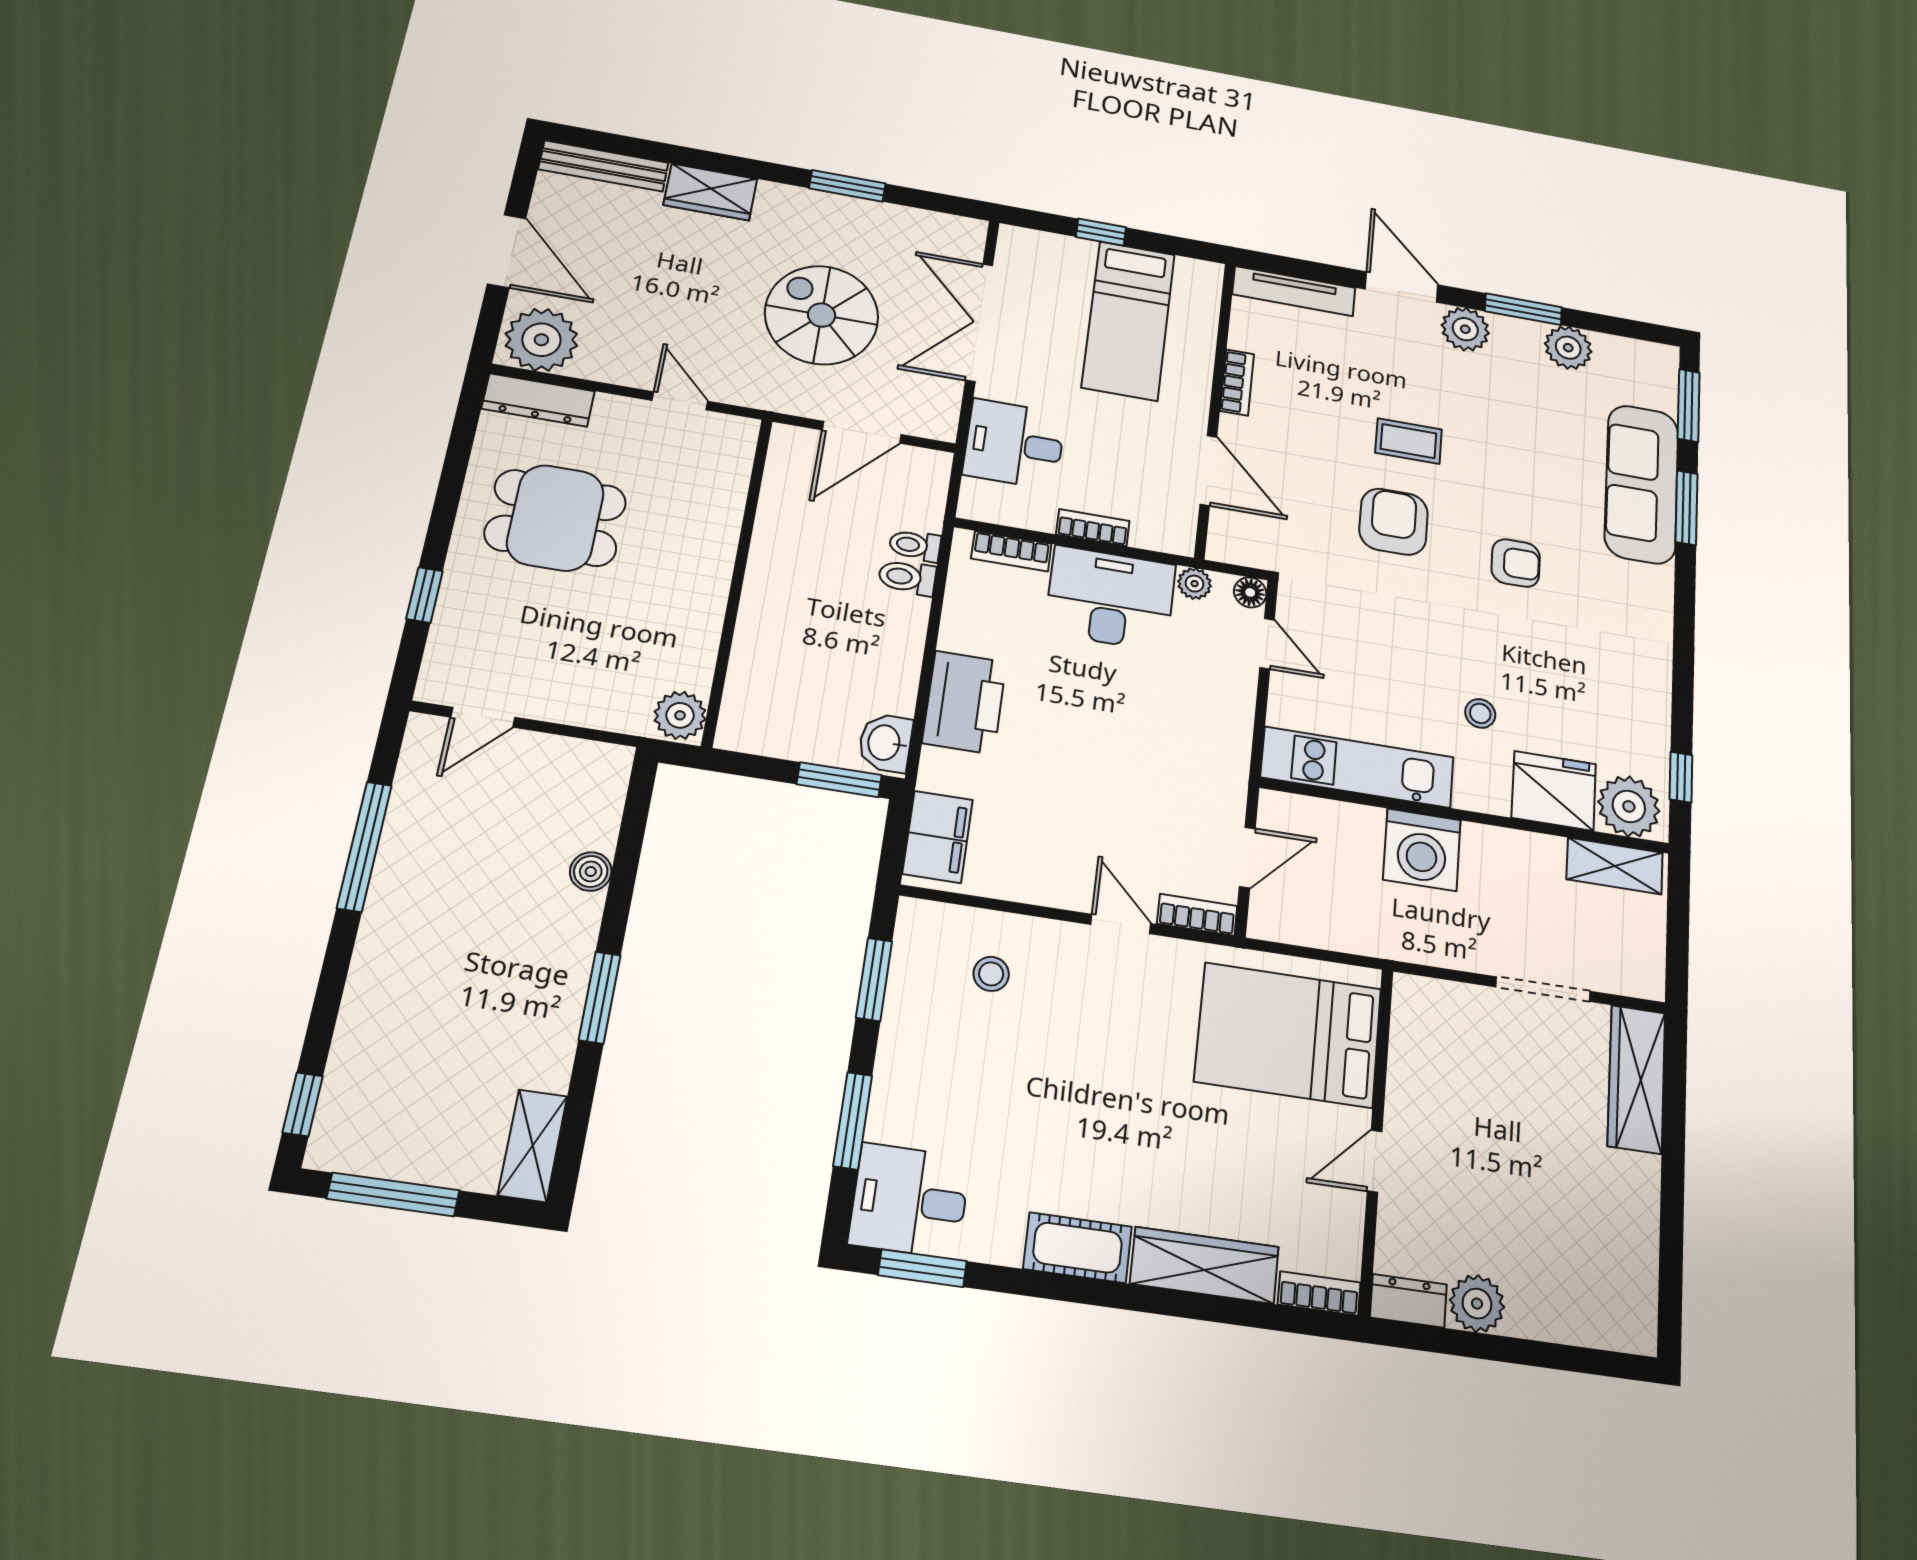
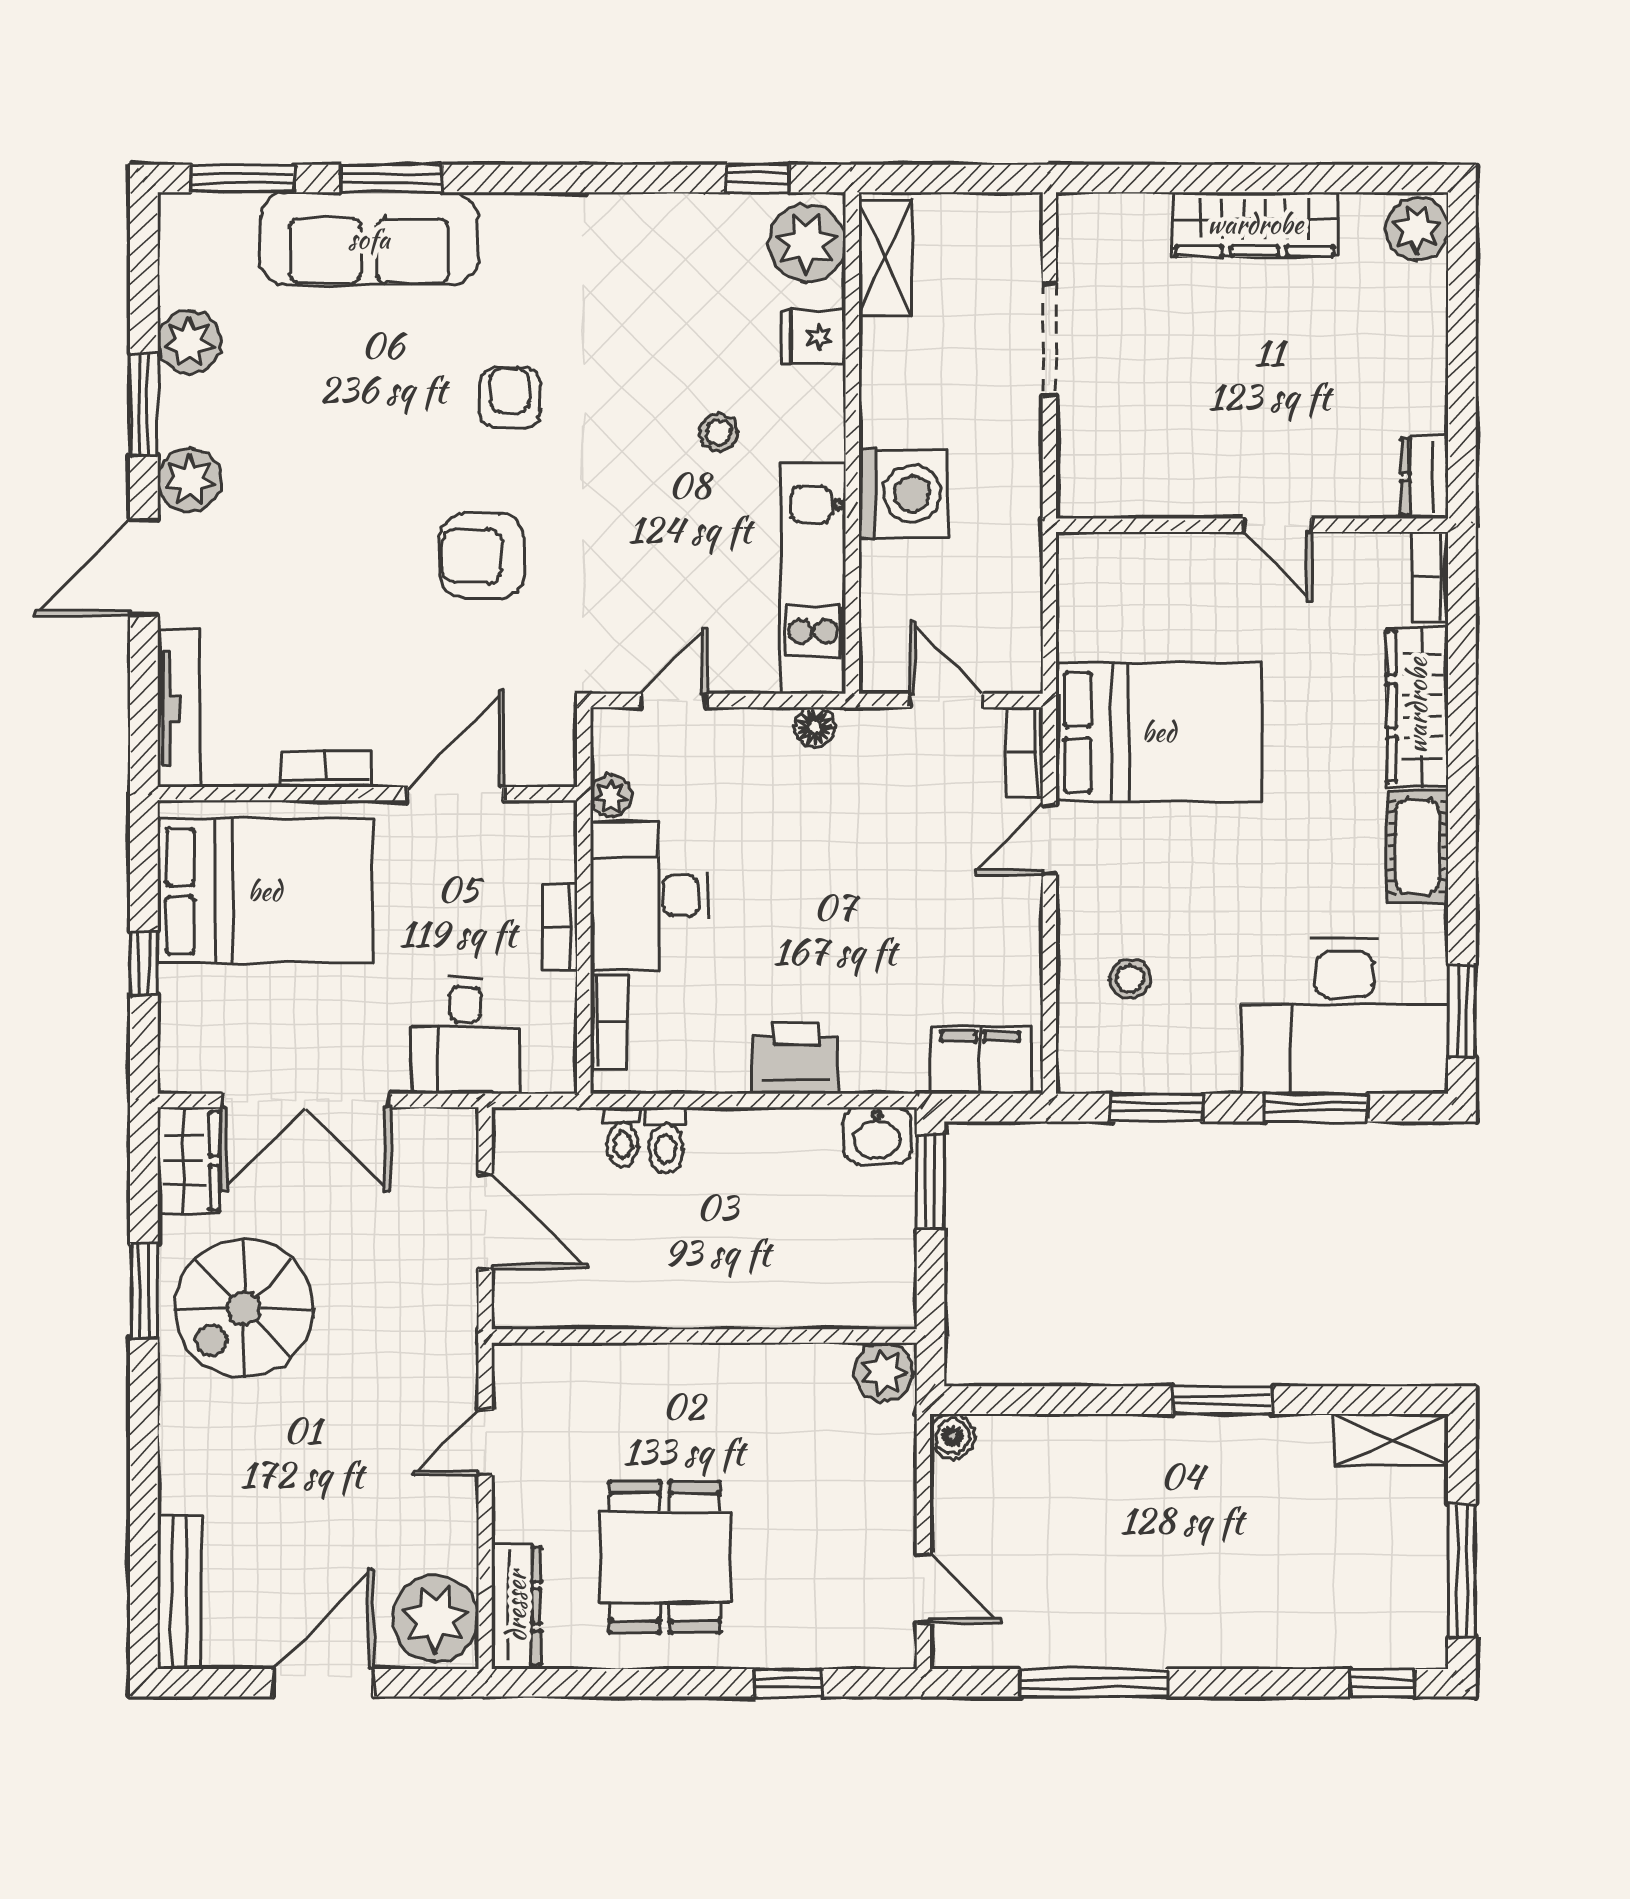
wardrobe: (710, 192) -> (189, 1161), moved
spiral stairs: (822, 315) -> (244, 1308), moved
bed: (1128, 320) -> (265, 891), width x1.50
coffee table: (1408, 441) -> (366, 544), removed
floor lamp: (1250, 592) -> (814, 727), moved
printer: (964, 702) -> (796, 1058), width x0.73, depth x0.84
fridge: (1554, 791) -> (814, 337), width x0.53, depth x0.75
boiler: (591, 871) -> (953, 1436), moved
bed: (1288, 1035) -> (1159, 732), moved, turned -90
wardrobe: (1636, 1079) -> (1255, 224), moved
desk: (910, 1201) -> (1345, 1016), width x1.87, depth x1.30
plant: (1477, 1304) -> (1417, 229), moved

